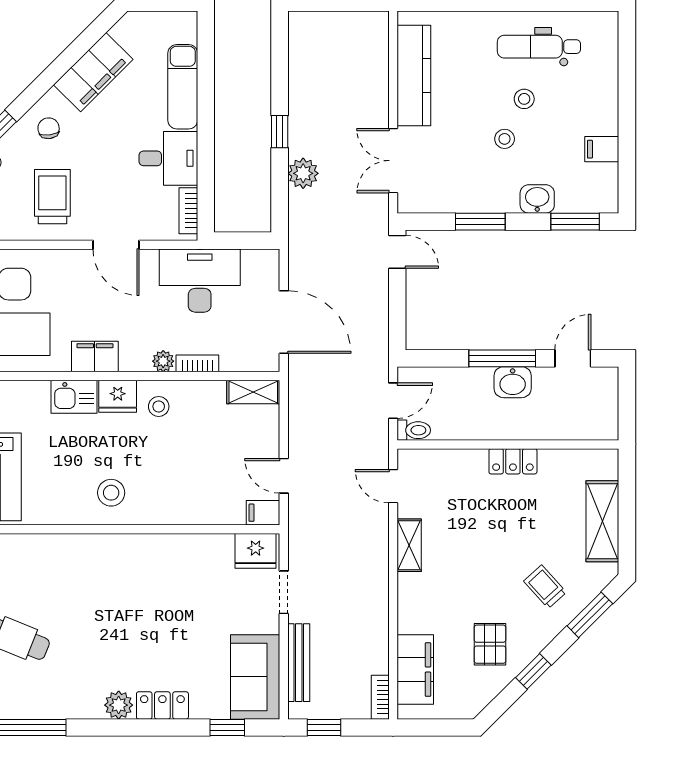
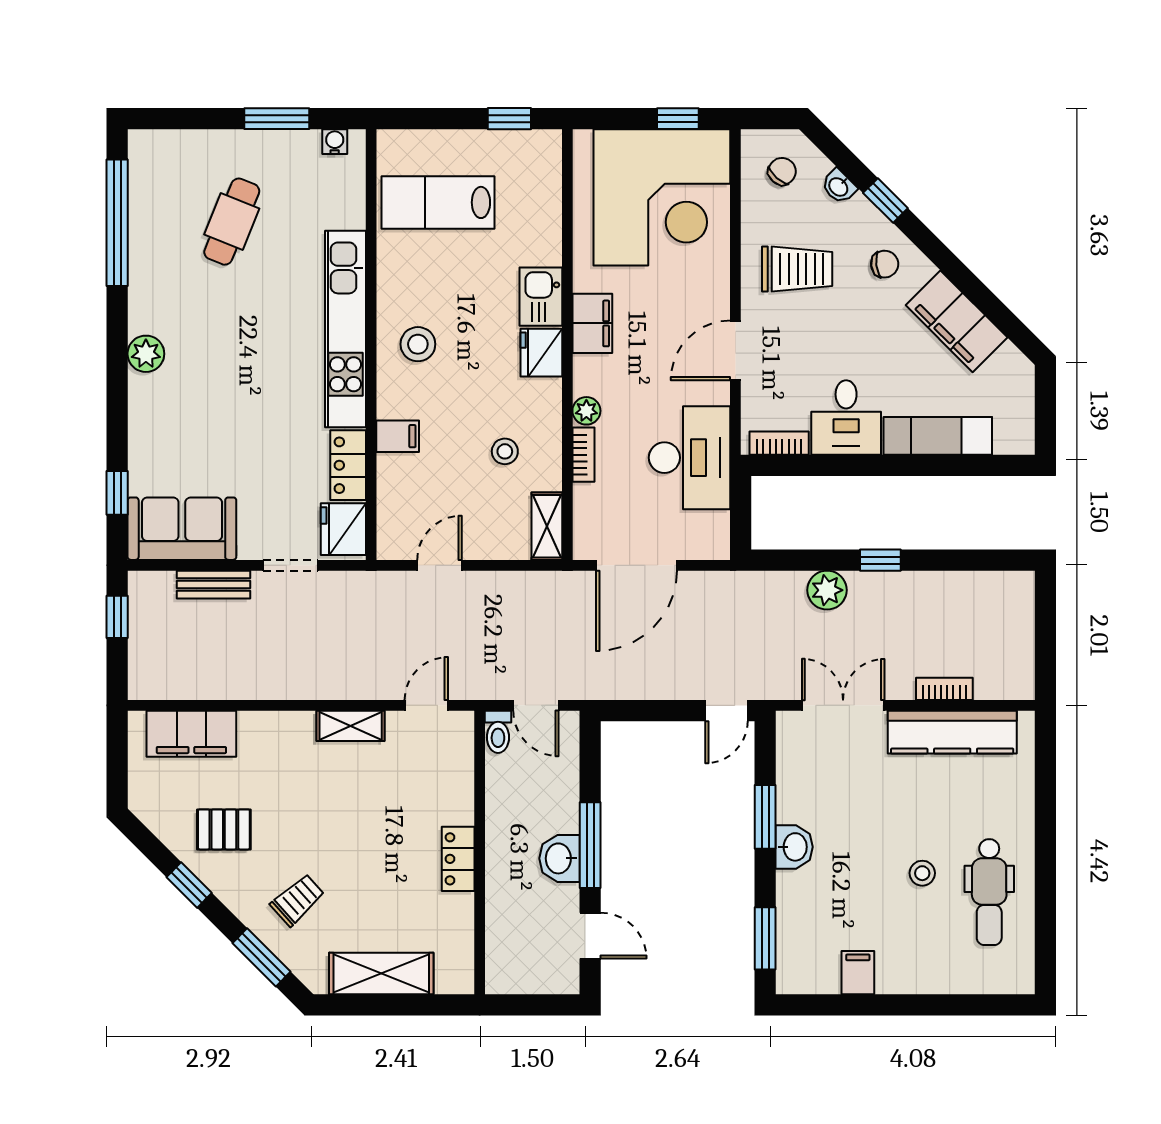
dental chair: (539, 47) -> (989, 892), turned 180
stool: (505, 139) -> (871, 848), removed
washbasin: (537, 199) -> (794, 847), moved
stool: (159, 406) -> (505, 451), moved
filing cabinet: (263, 513) -> (398, 436), moved, turned 90
kitchen unit: (99, 549) -> (346, 329), added
bench: (299, 663) -> (214, 585), width x0.73
bookcase: (380, 697) -> (944, 689), moved
locker: (162, 705) -> (348, 465), moved, turned 180

